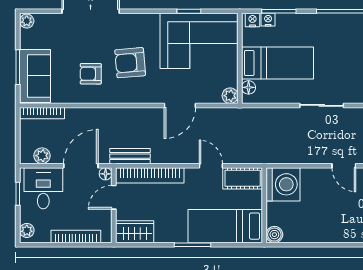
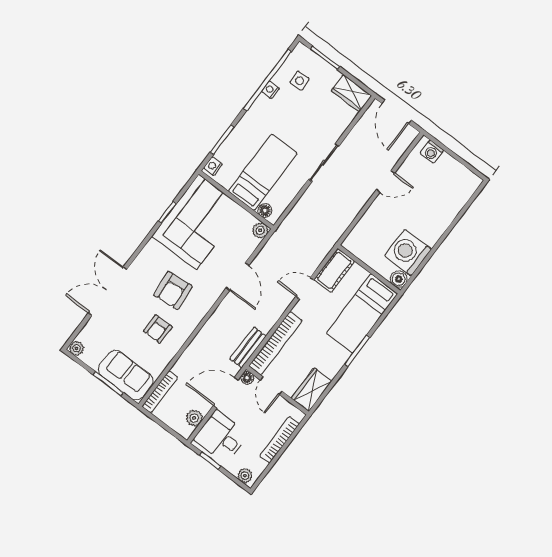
nightstand: (268, 20) -> (270, 90), moved
door: (81, 166) -> (226, 393), hinge flipped
washing machine: (283, 184) -> (408, 253), moved, turned -90

